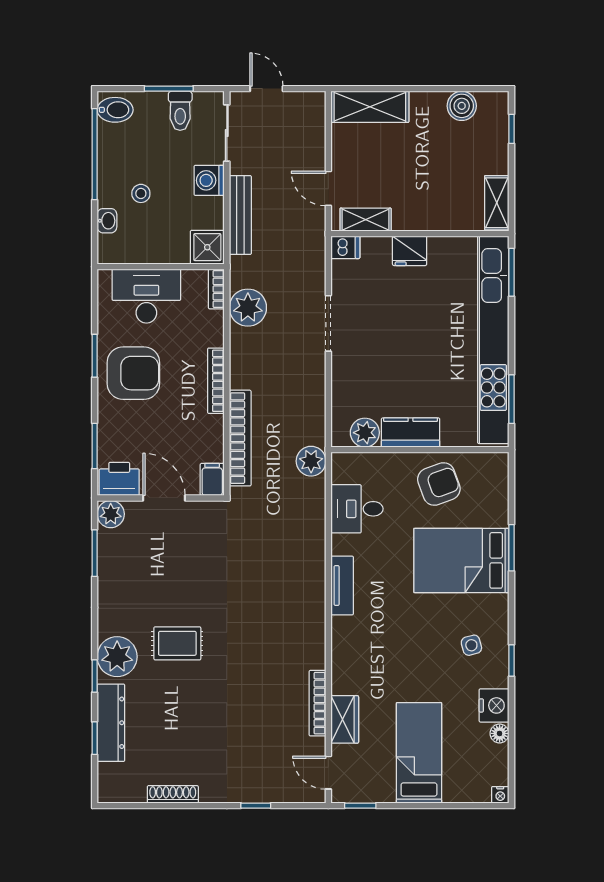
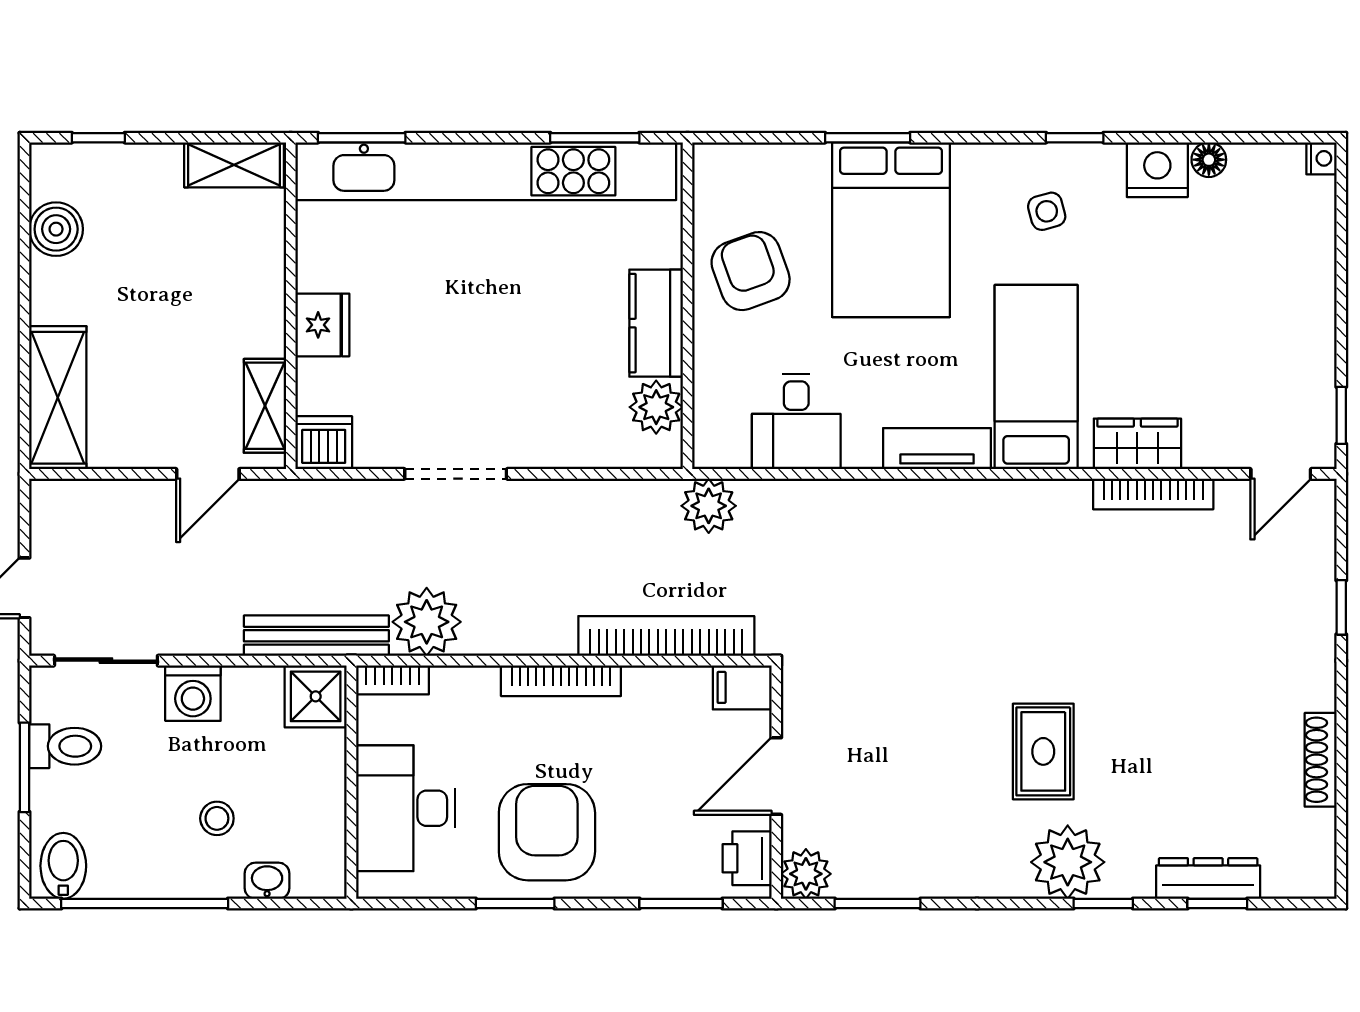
bench: (240, 215) -> (316, 636), moved
dishwasher: (345, 247) -> (324, 443), width x1.38
printer: (119, 479) -> (747, 858), width x0.73, depth x0.81
wardrobe: (345, 719) -> (1137, 444), moved
dresser: (111, 723) -> (1208, 878), width x0.73, depth x0.80
bed: (419, 753) -> (1036, 377), moved, turned 90

